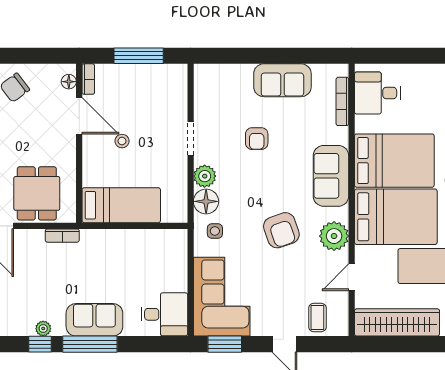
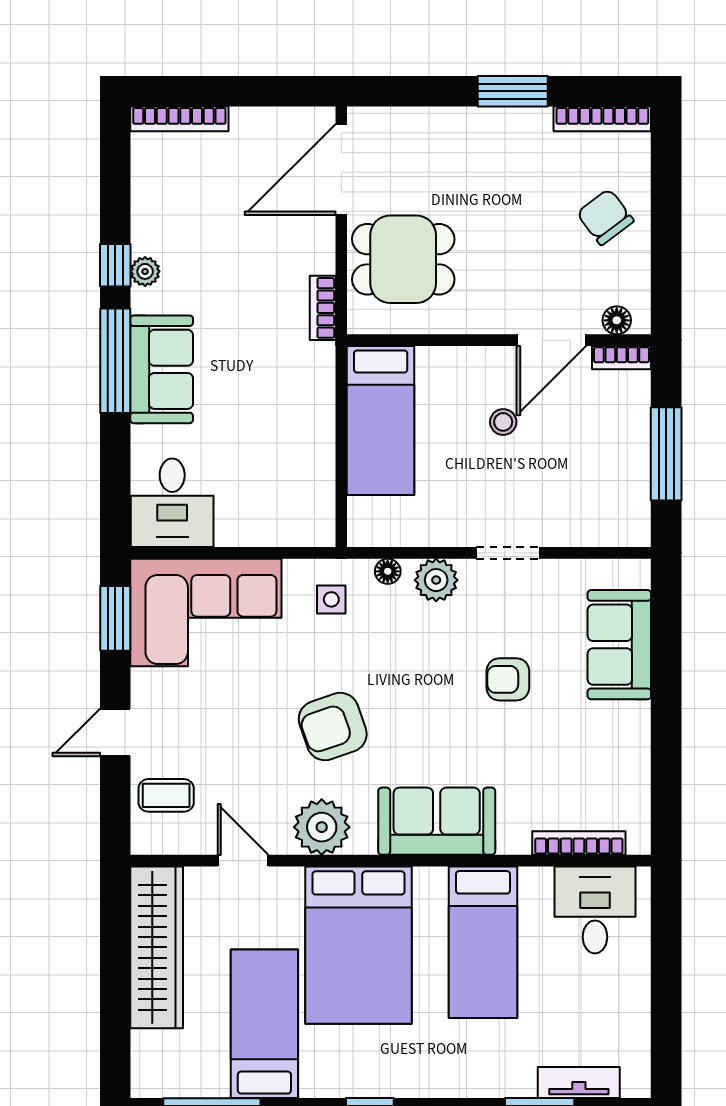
sofa: (282, 80) -> (619, 645), moved
bed: (394, 161) -> (483, 942), width x0.67
floor lamp: (206, 201) -> (388, 571), width x0.53, depth x0.53

